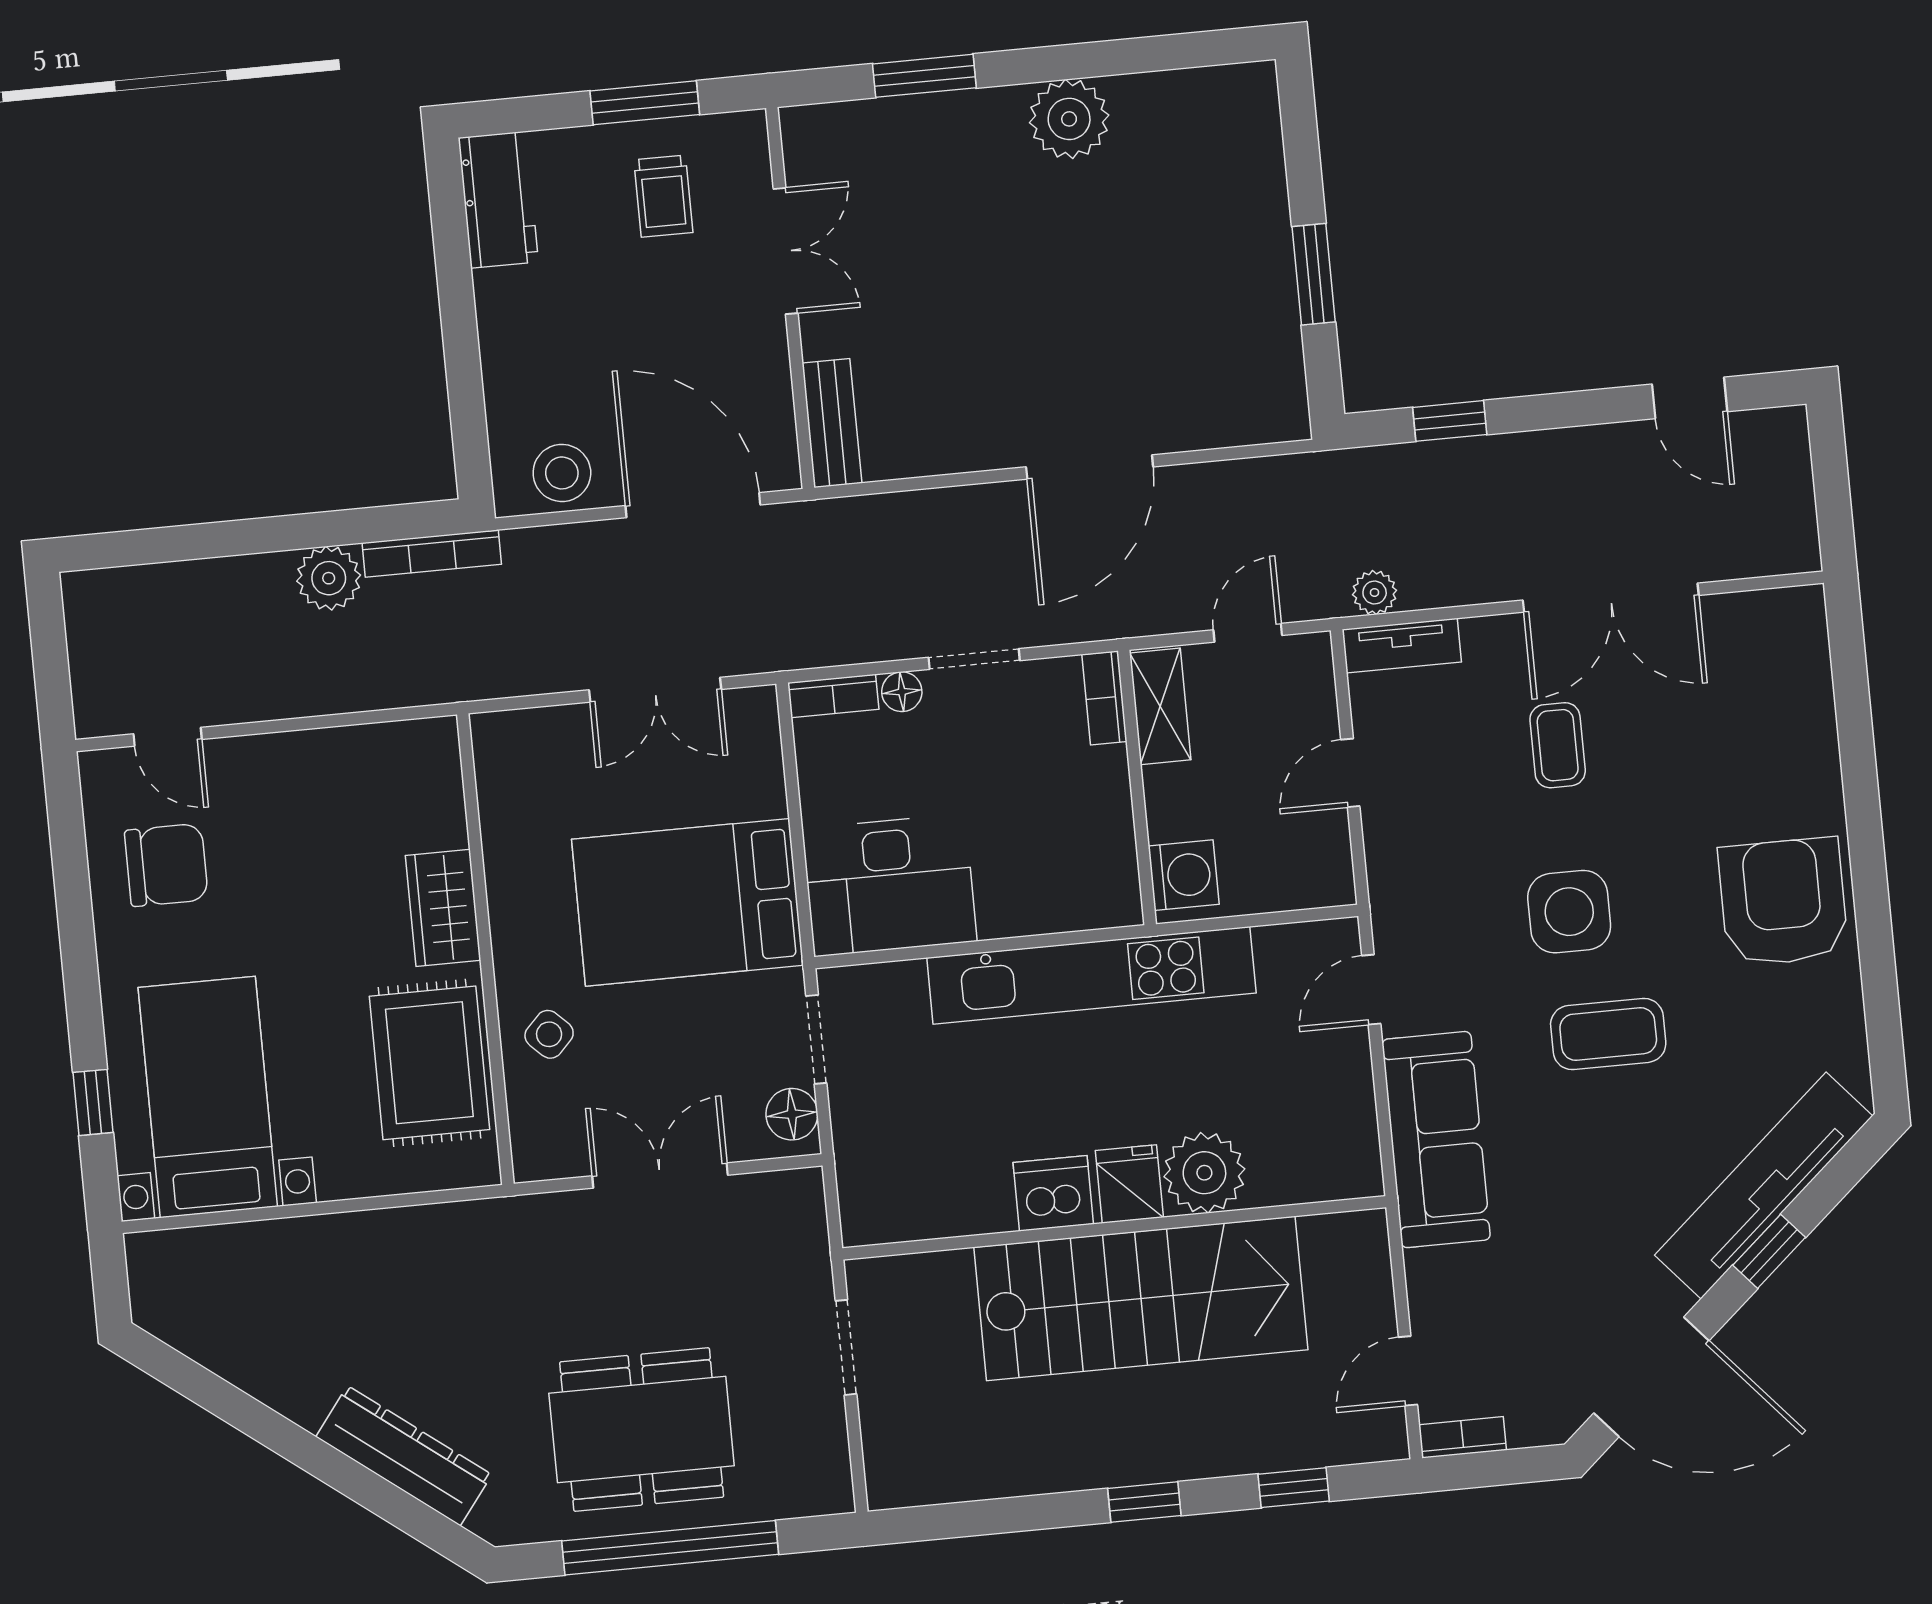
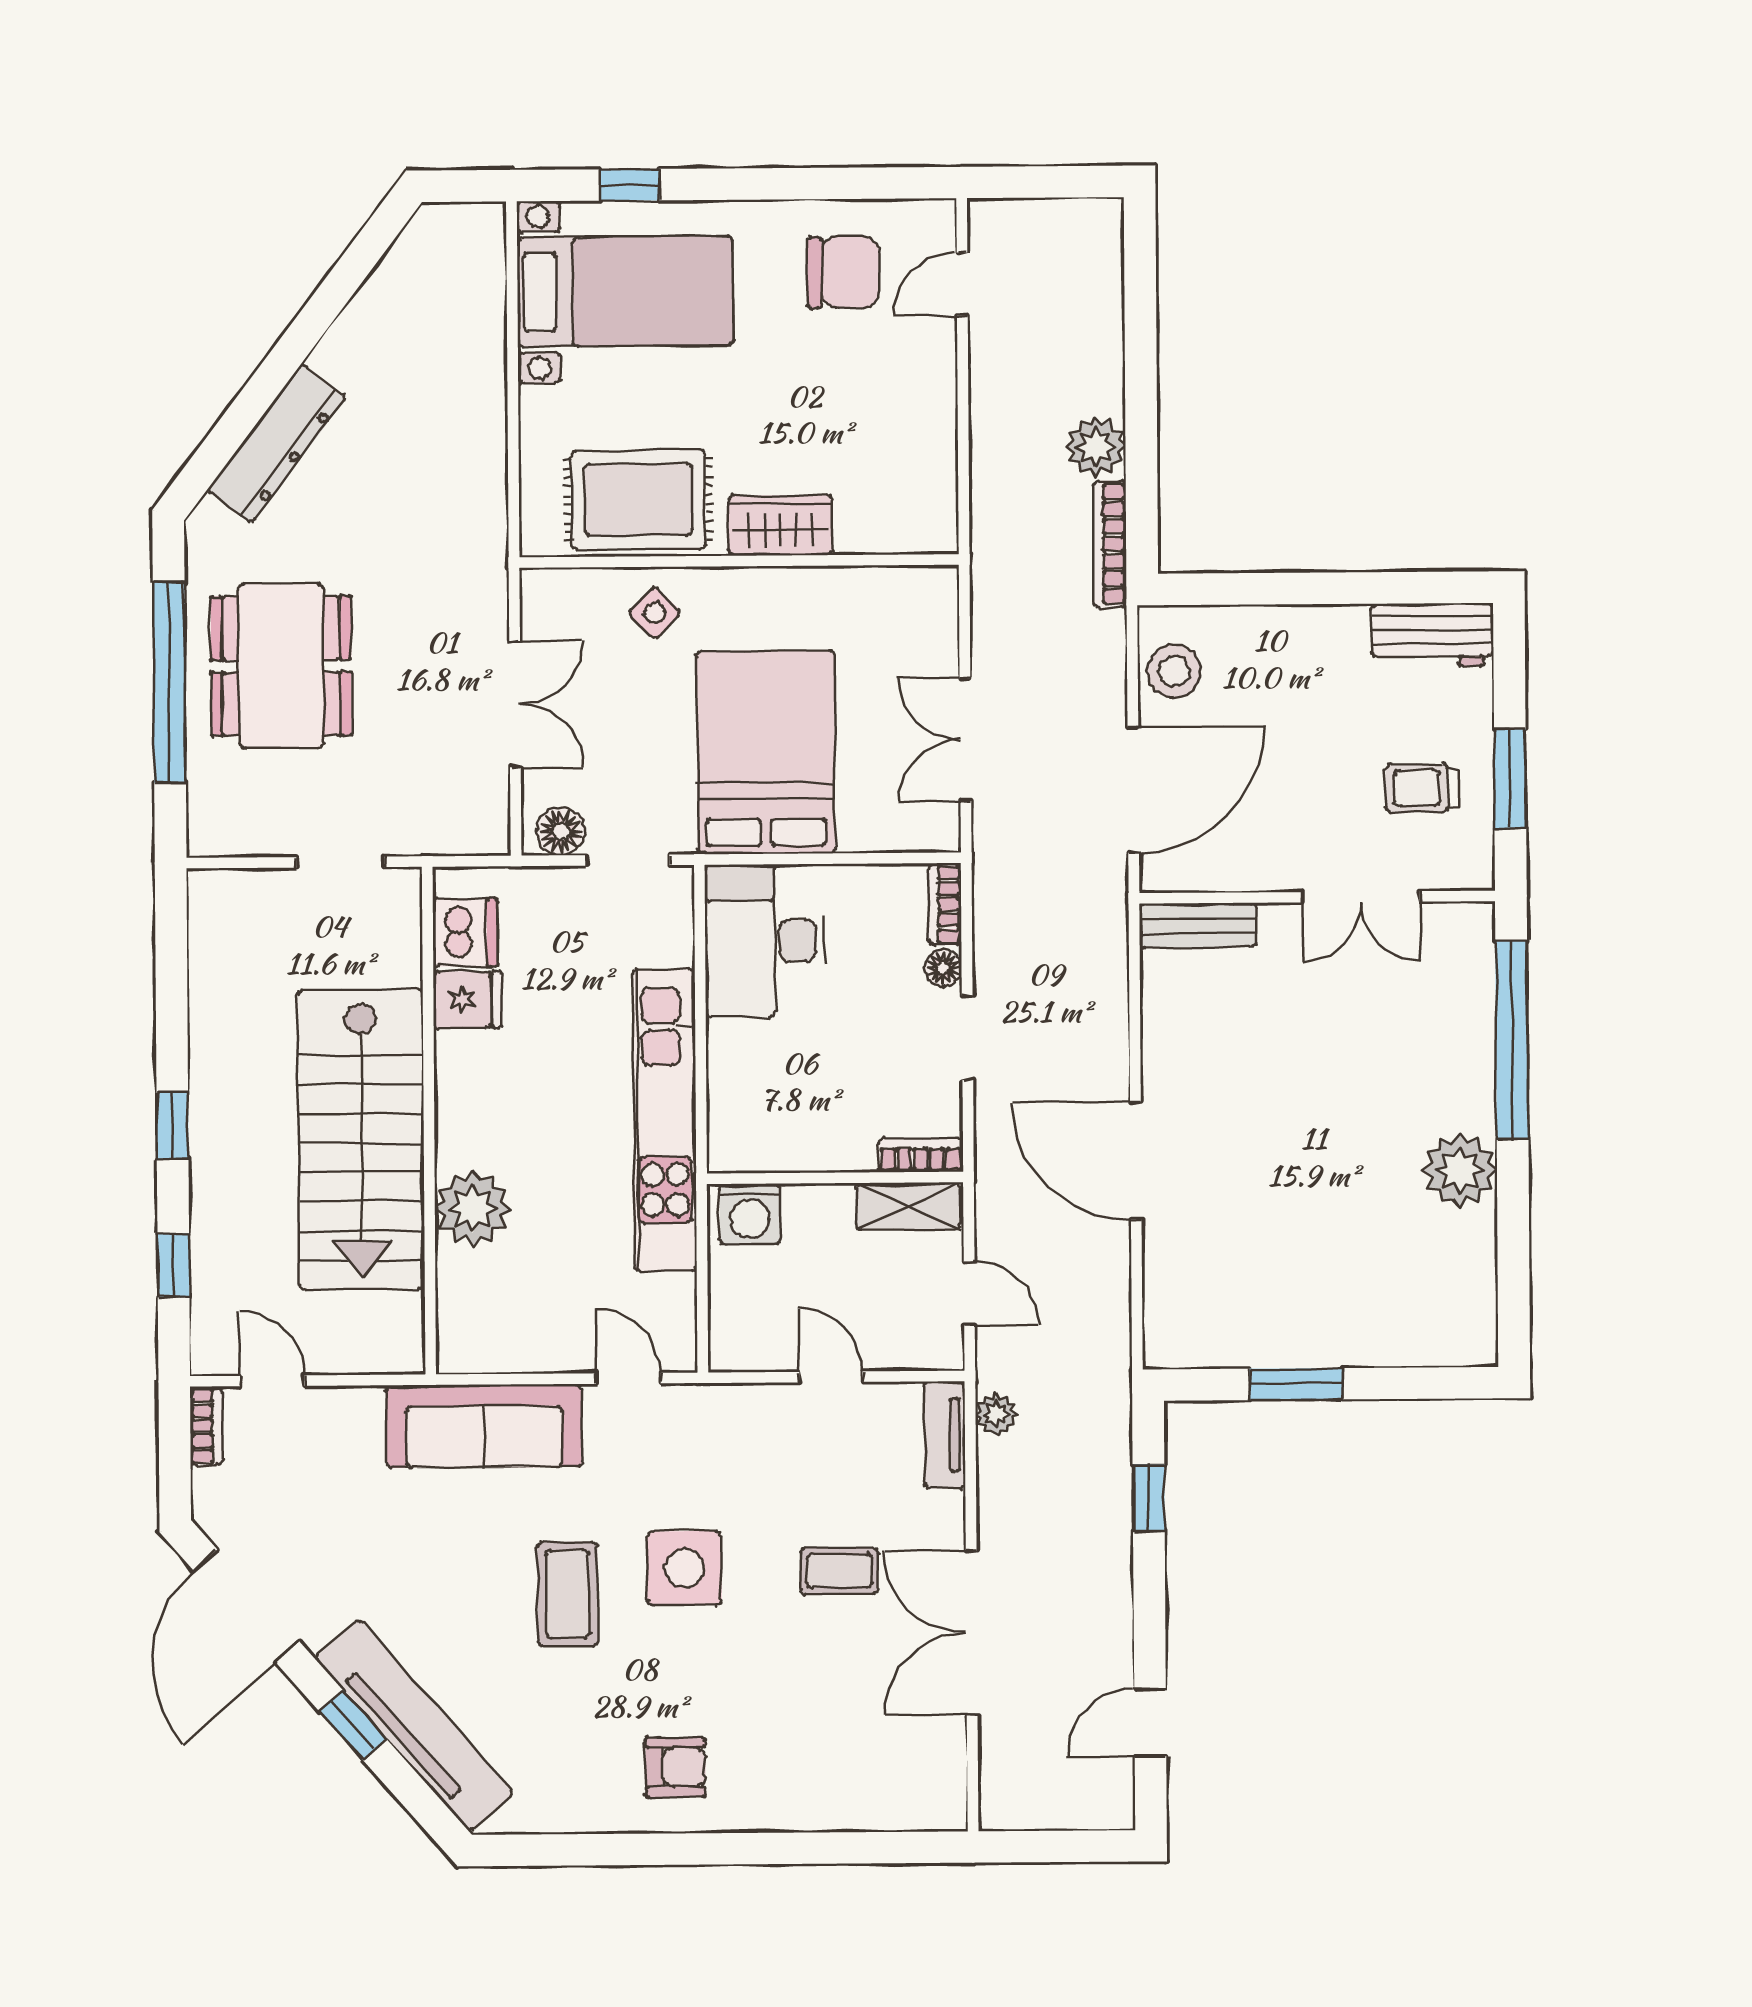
window: (924, 76) -> (1512, 1040), width x2.11
chair: (166, 865) -> (843, 272), turned -90
armchair: (1783, 902) -> (676, 1767), width x0.53, depth x0.53
fridge: (1129, 1184) -> (467, 1000), moved
dishwasher: (1053, 1193) -> (465, 933), moved

